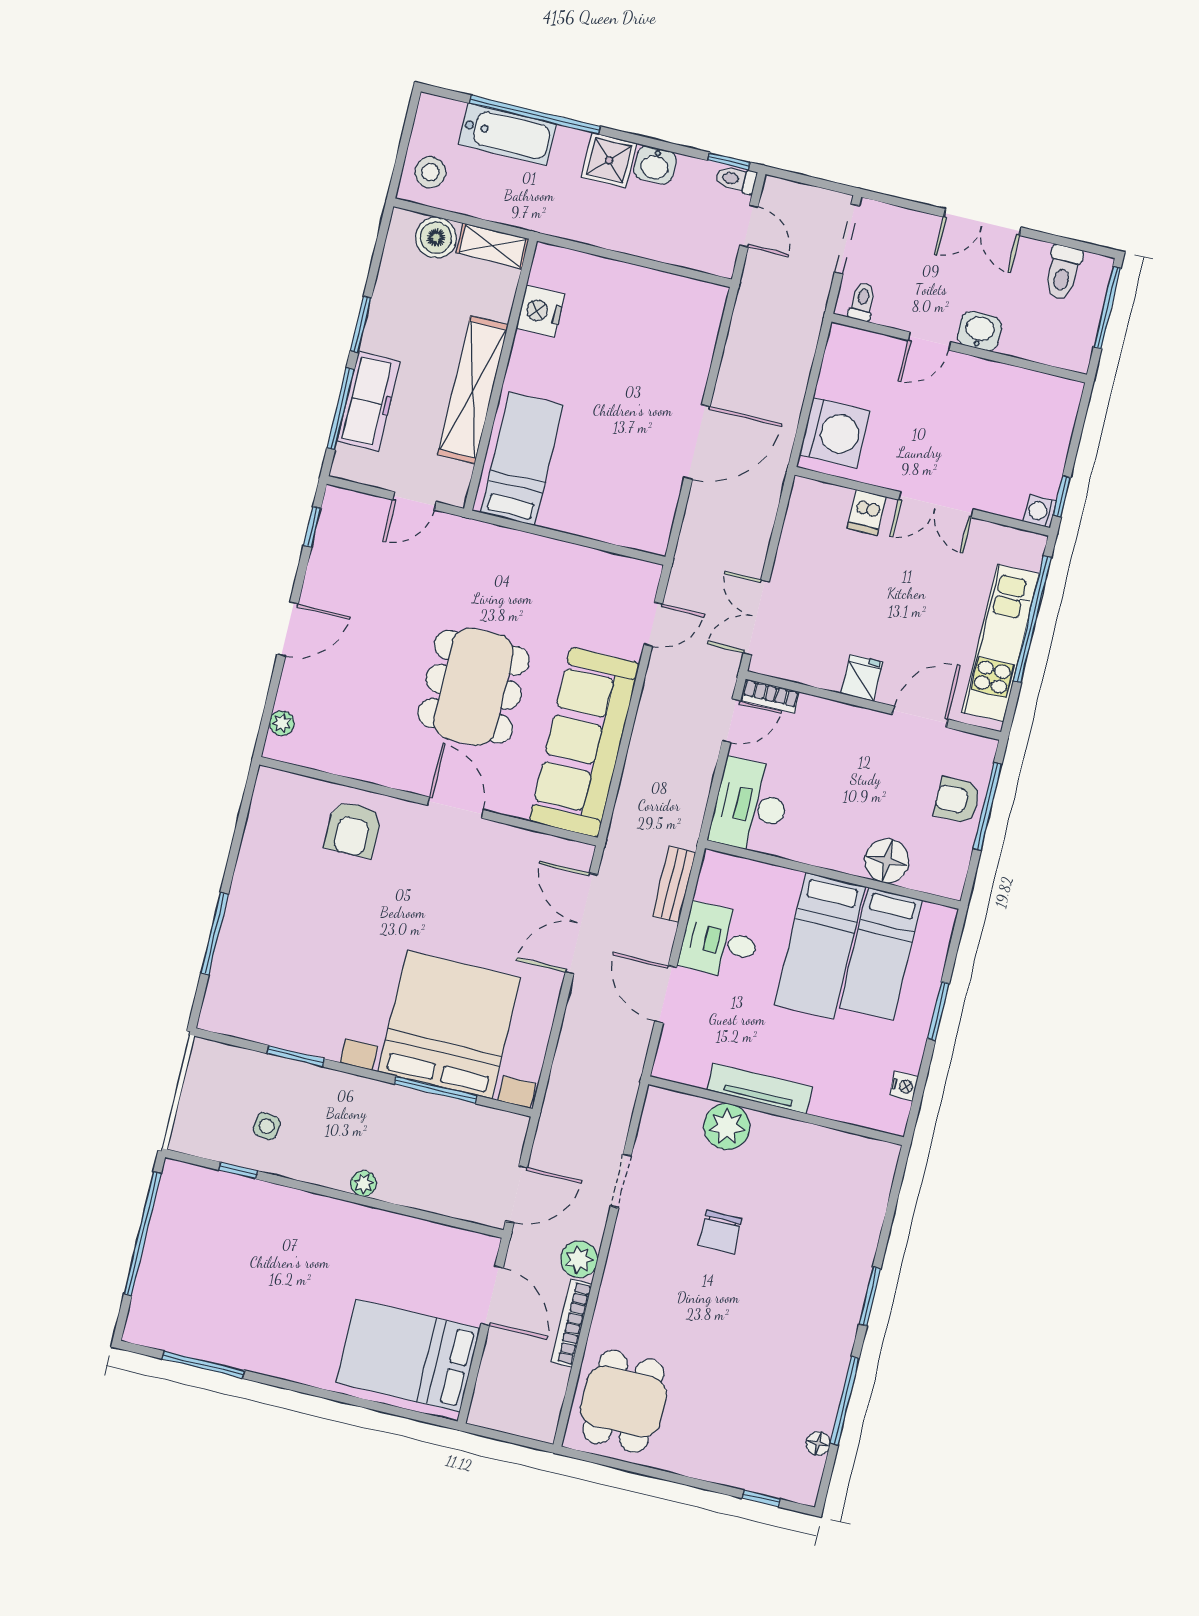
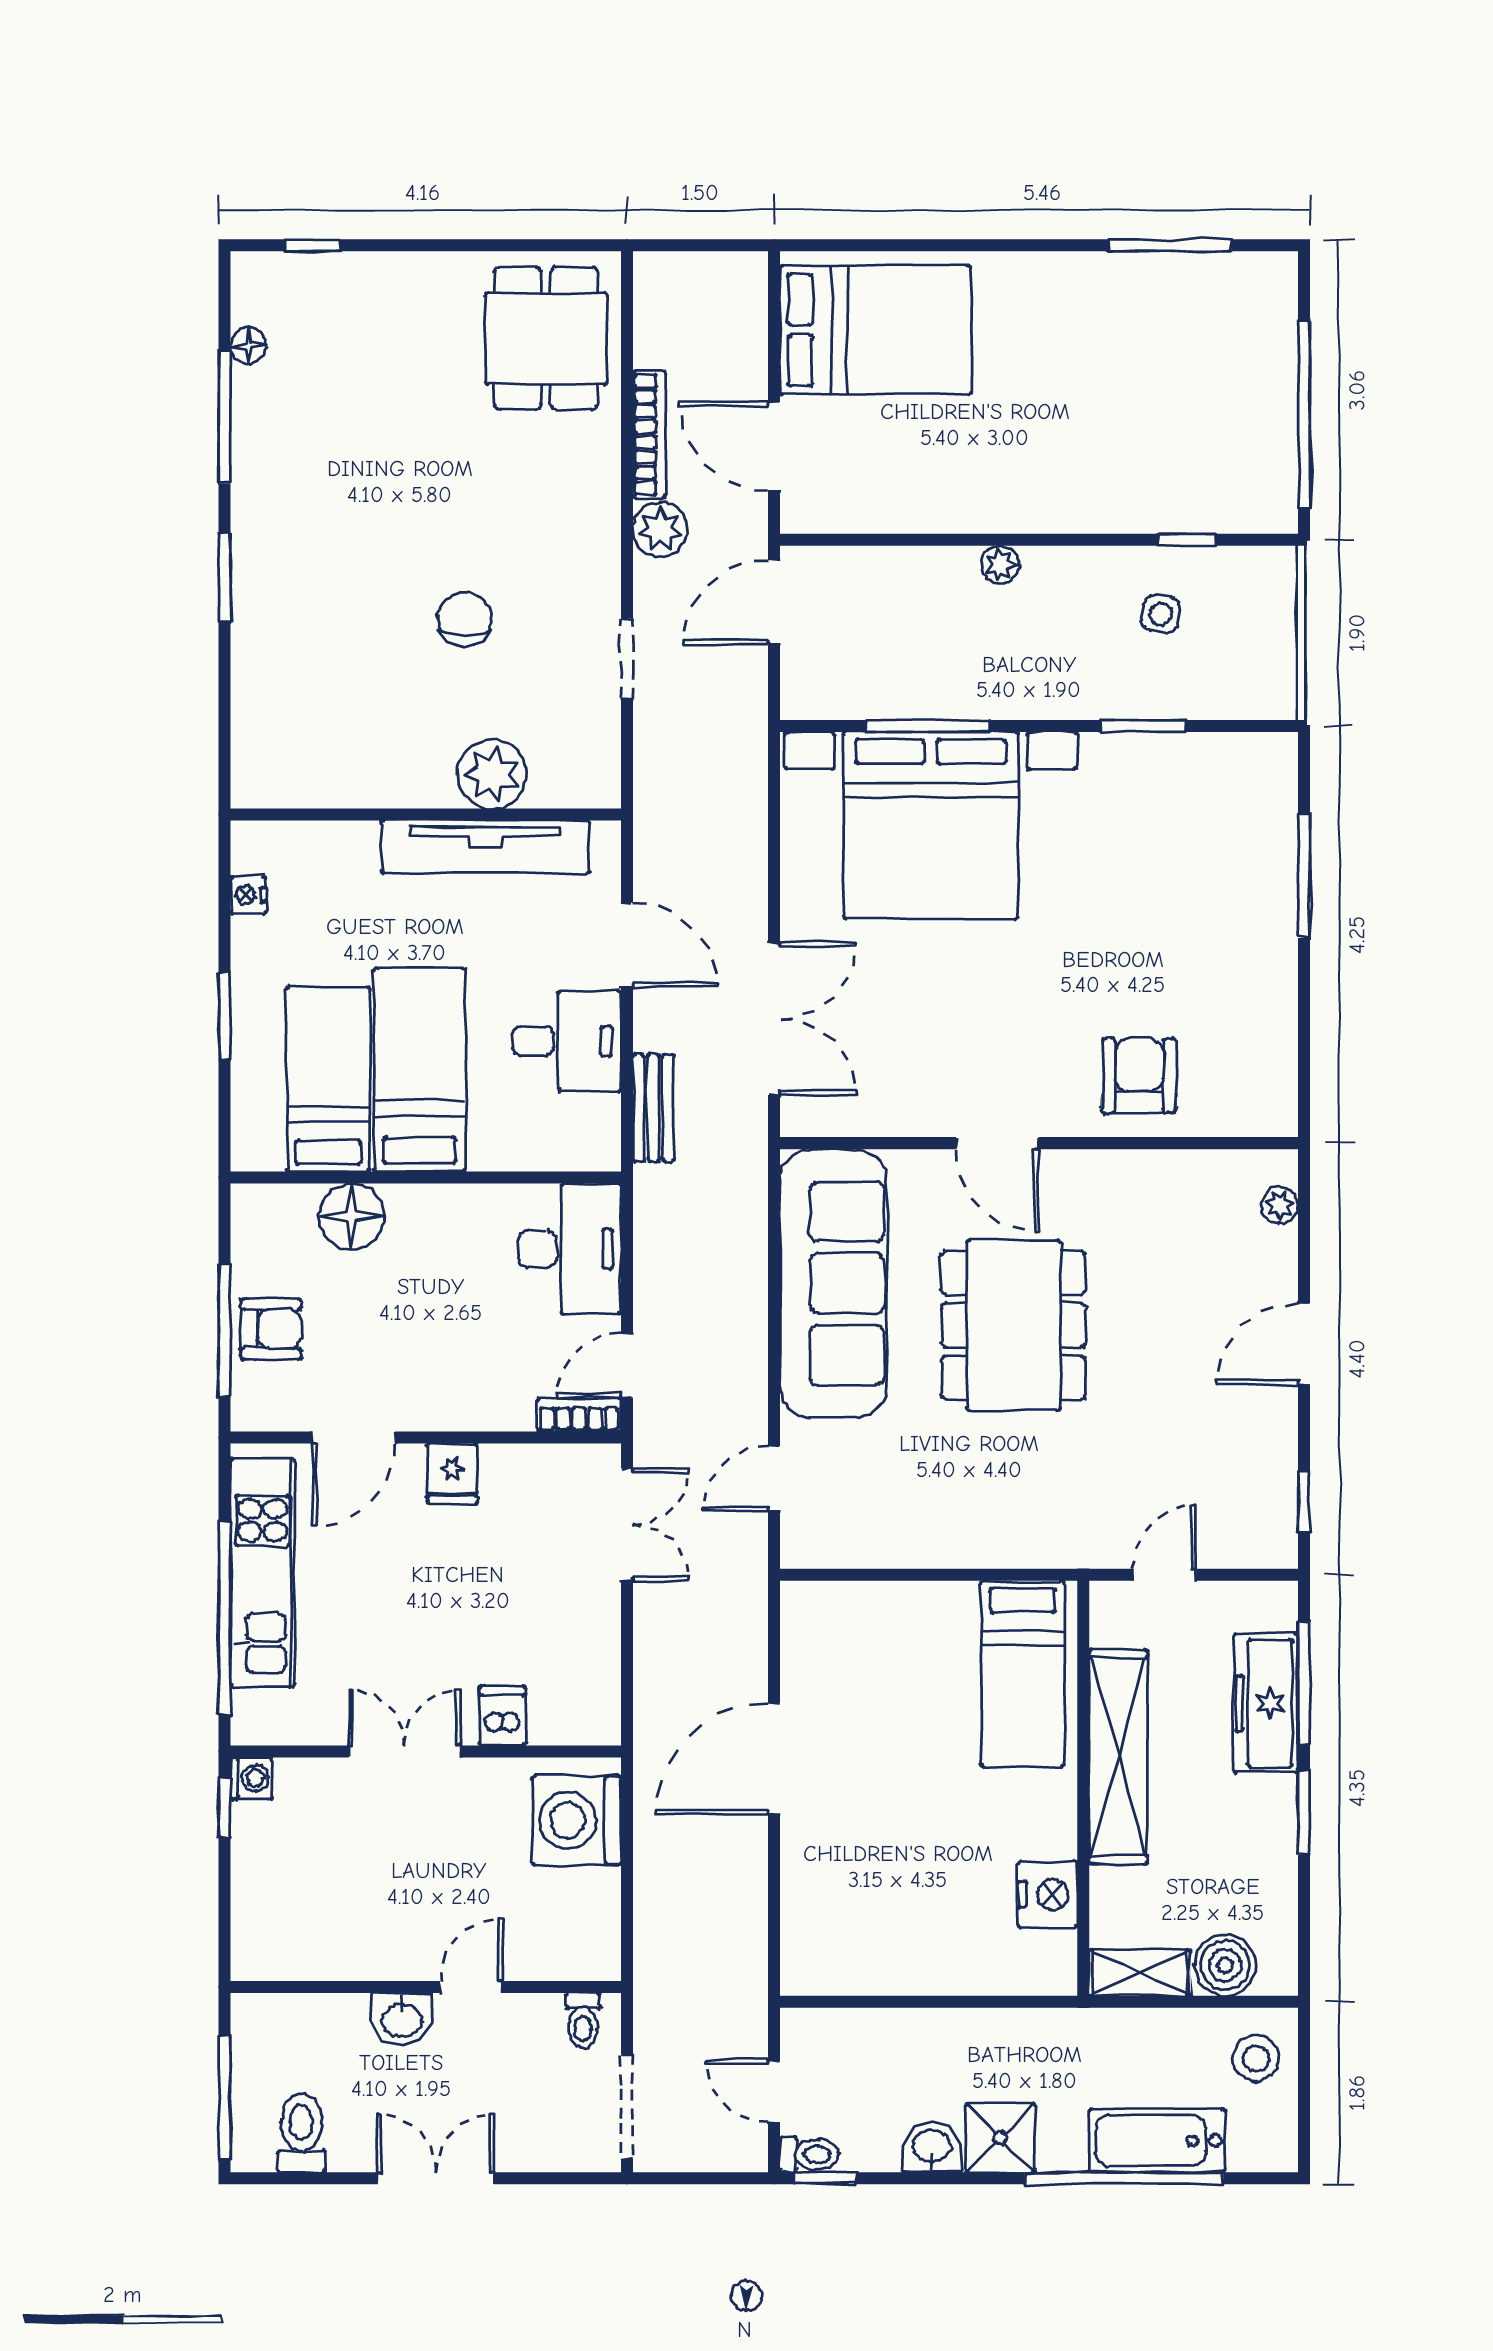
tv unit: (759, 1088) -> (485, 847), width x1.36, depth x1.29

